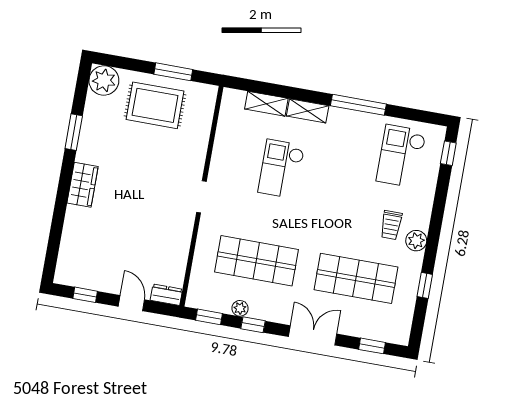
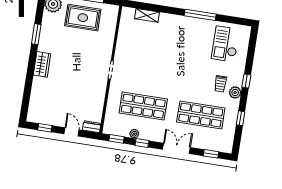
shelving: (308, 111) -> (171, 19), removed
window: (448, 153) -> (246, 81), moved
checkout: (281, 169) -> (156, 53), removed

